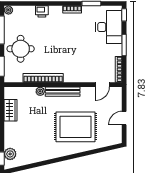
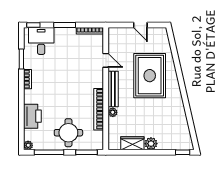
printer: (42, 11) -> (32, 116), width x1.87, depth x1.48
desk: (109, 27) -> (41, 41), width x0.73
door: (102, 85) -> (106, 60), moved
plant: (10, 154) -> (151, 144), moved

